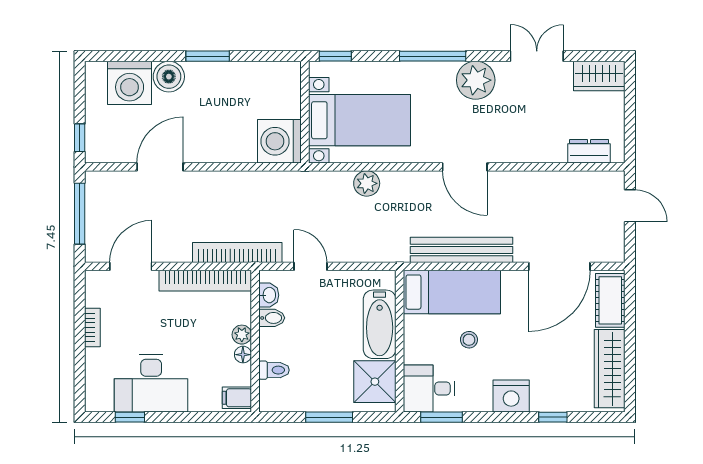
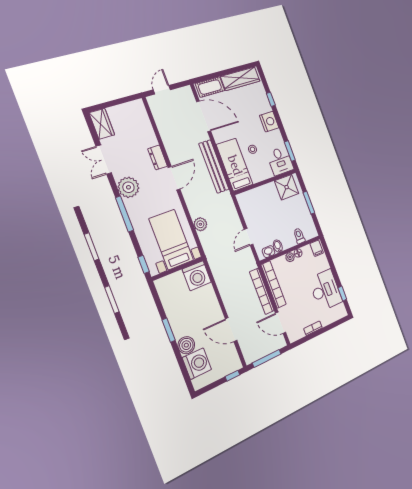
dresser: (589, 151) -> (158, 157), moved
bookcase: (237, 253) -> (262, 291), moved
bathtub: (380, 324) -> (262, 194), removed

